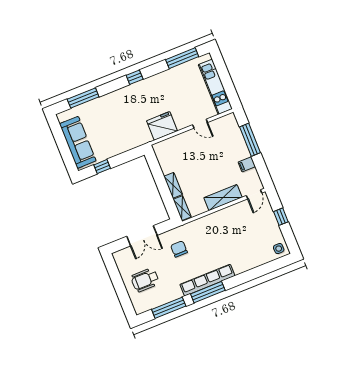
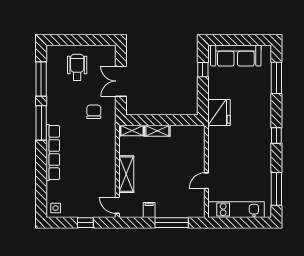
fridge: (162, 126) -> (219, 113), moved
chair: (179, 249) -> (94, 112), turned -90
row of seats: (207, 280) -> (53, 152), moved

